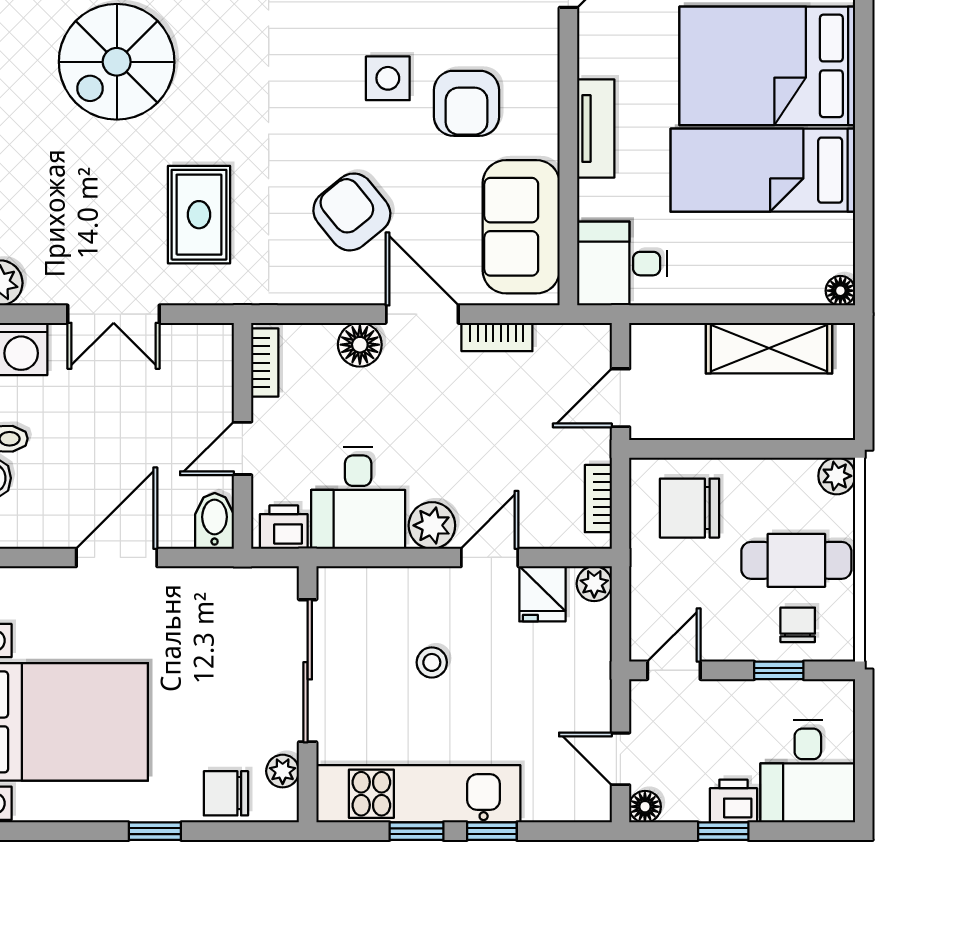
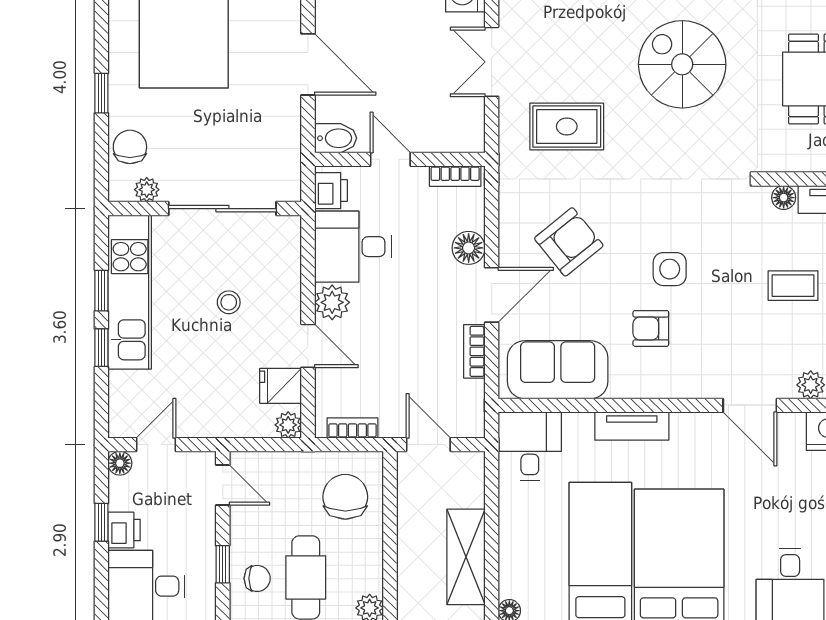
armchair: (467, 103) -> (651, 328), width x0.72, depth x0.72

